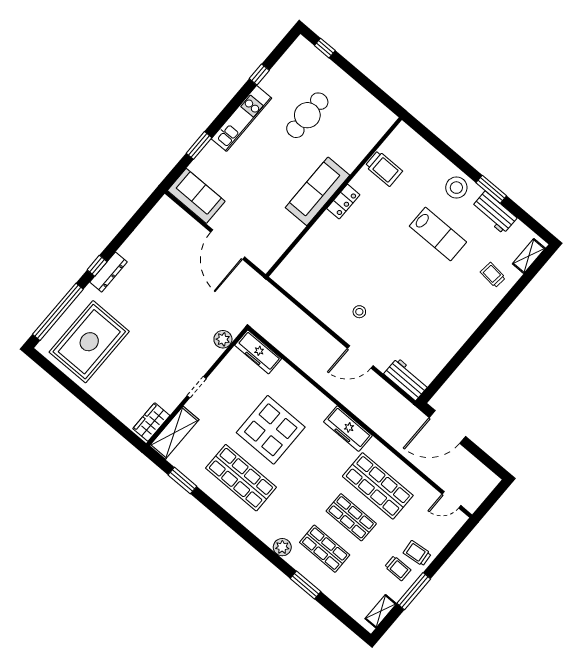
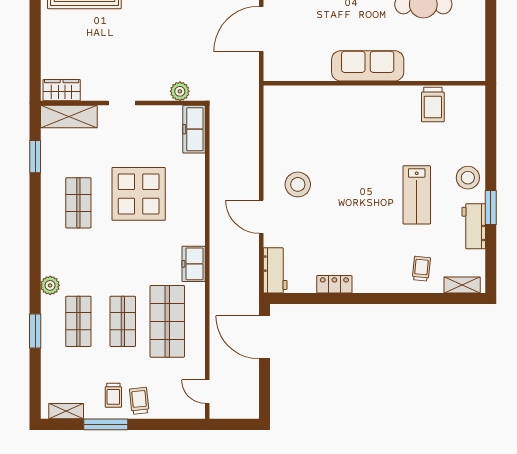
locker: (343, 202) -> (334, 284), moved, turned 180
stool: (359, 312) -> (298, 184), width x1.89, depth x1.89
freezer: (348, 429) -> (194, 264), width x0.71
shop shelf: (241, 478) -> (78, 203), width x0.70, depth x0.74

